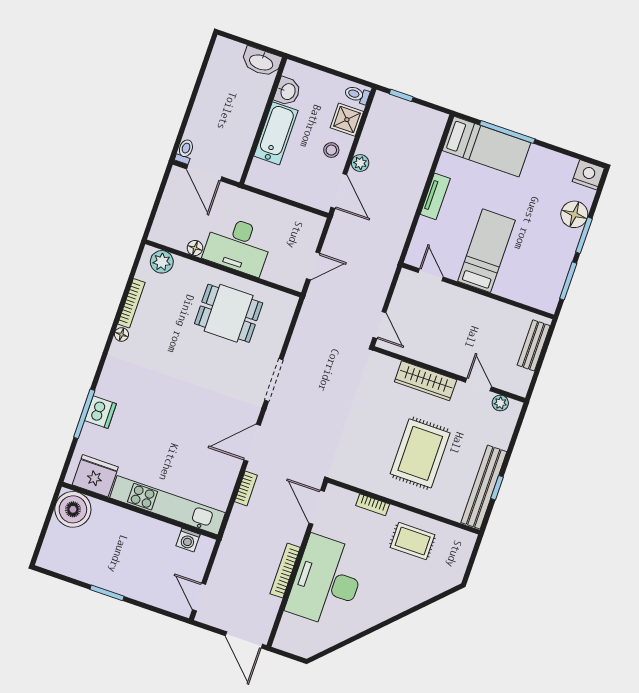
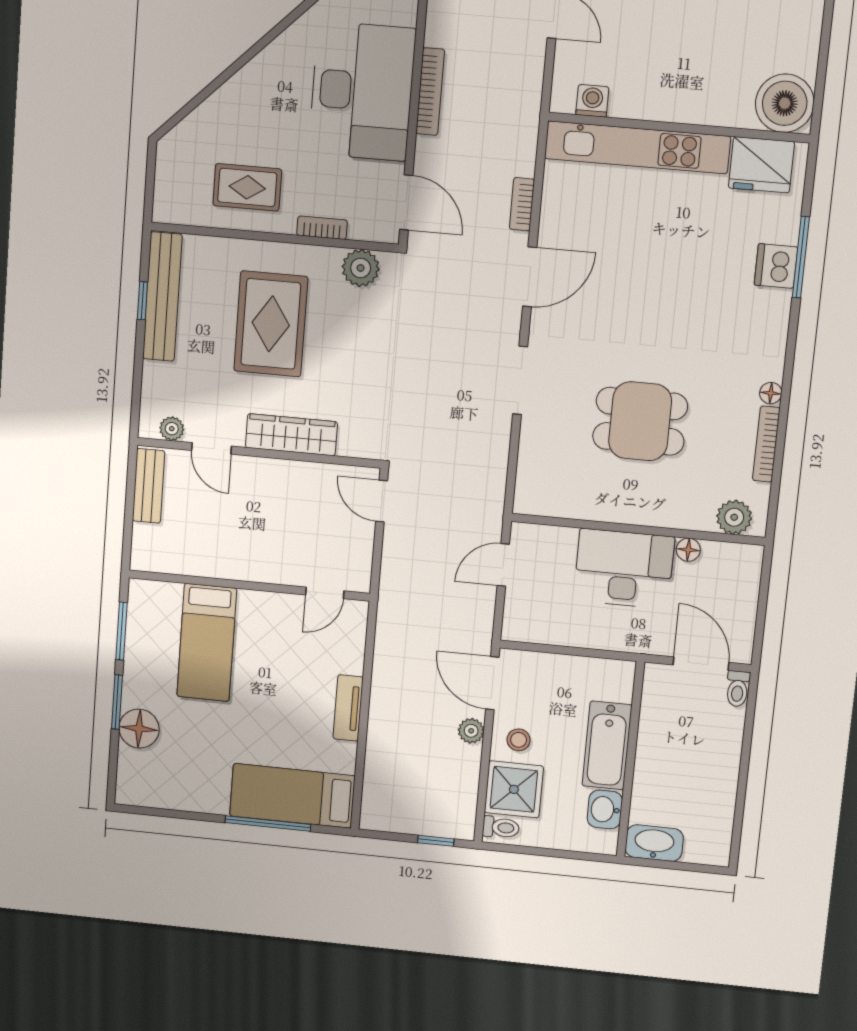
shower: (347, 120) -> (514, 789), width x1.36, depth x1.36
nightstand: (588, 175) -> (135, 789), removed
bed: (487, 251) -> (207, 642), moved
door: (431, 275) -> (325, 593), hinge flipped
dining table: (229, 313) -> (640, 421), moved
bench: (534, 345) -> (148, 486), moved
plant: (355, 474) -> (361, 268), added

